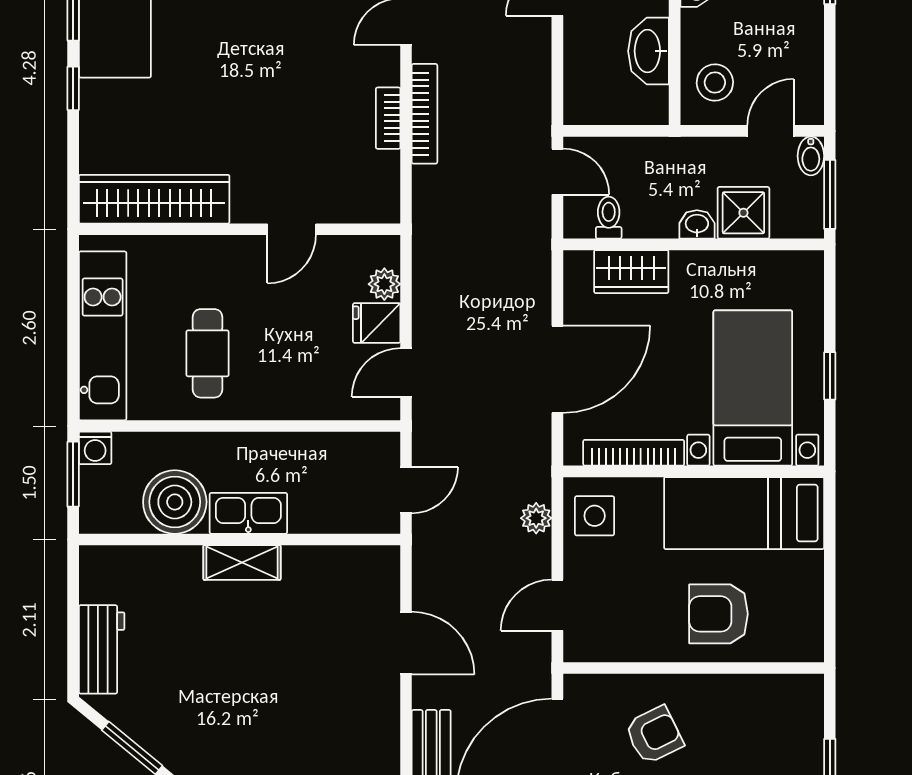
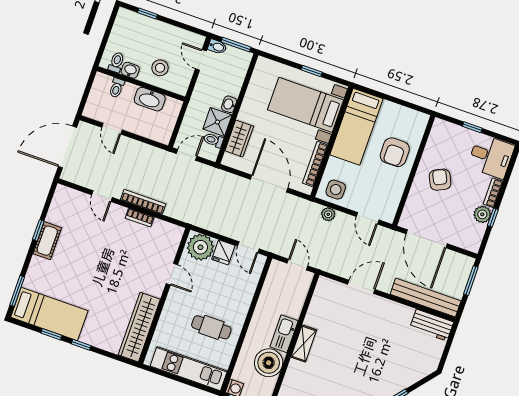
stool: (715, 83) -> (160, 68), moved
shower: (743, 213) -> (217, 122), moved
plant: (384, 284) -> (200, 247), width x1.87, depth x1.87
armchair: (654, 735) -> (440, 180), moved

